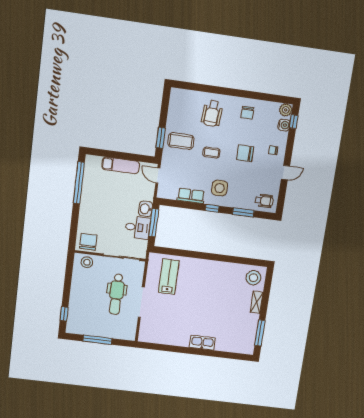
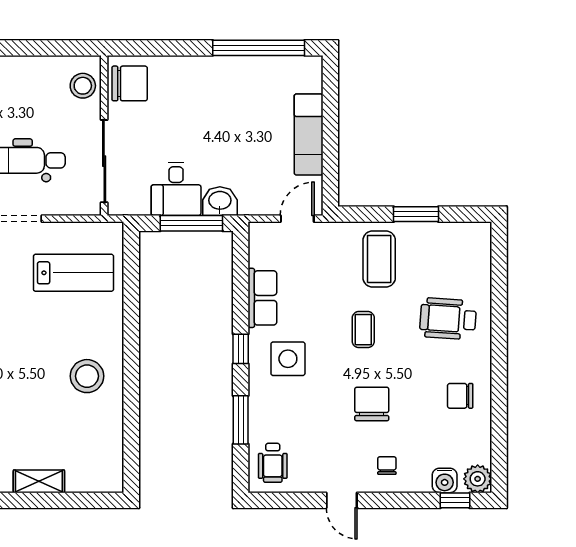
window: (161, 138) -> (416, 214), moved
stool: (253, 278) -> (87, 376), moved

